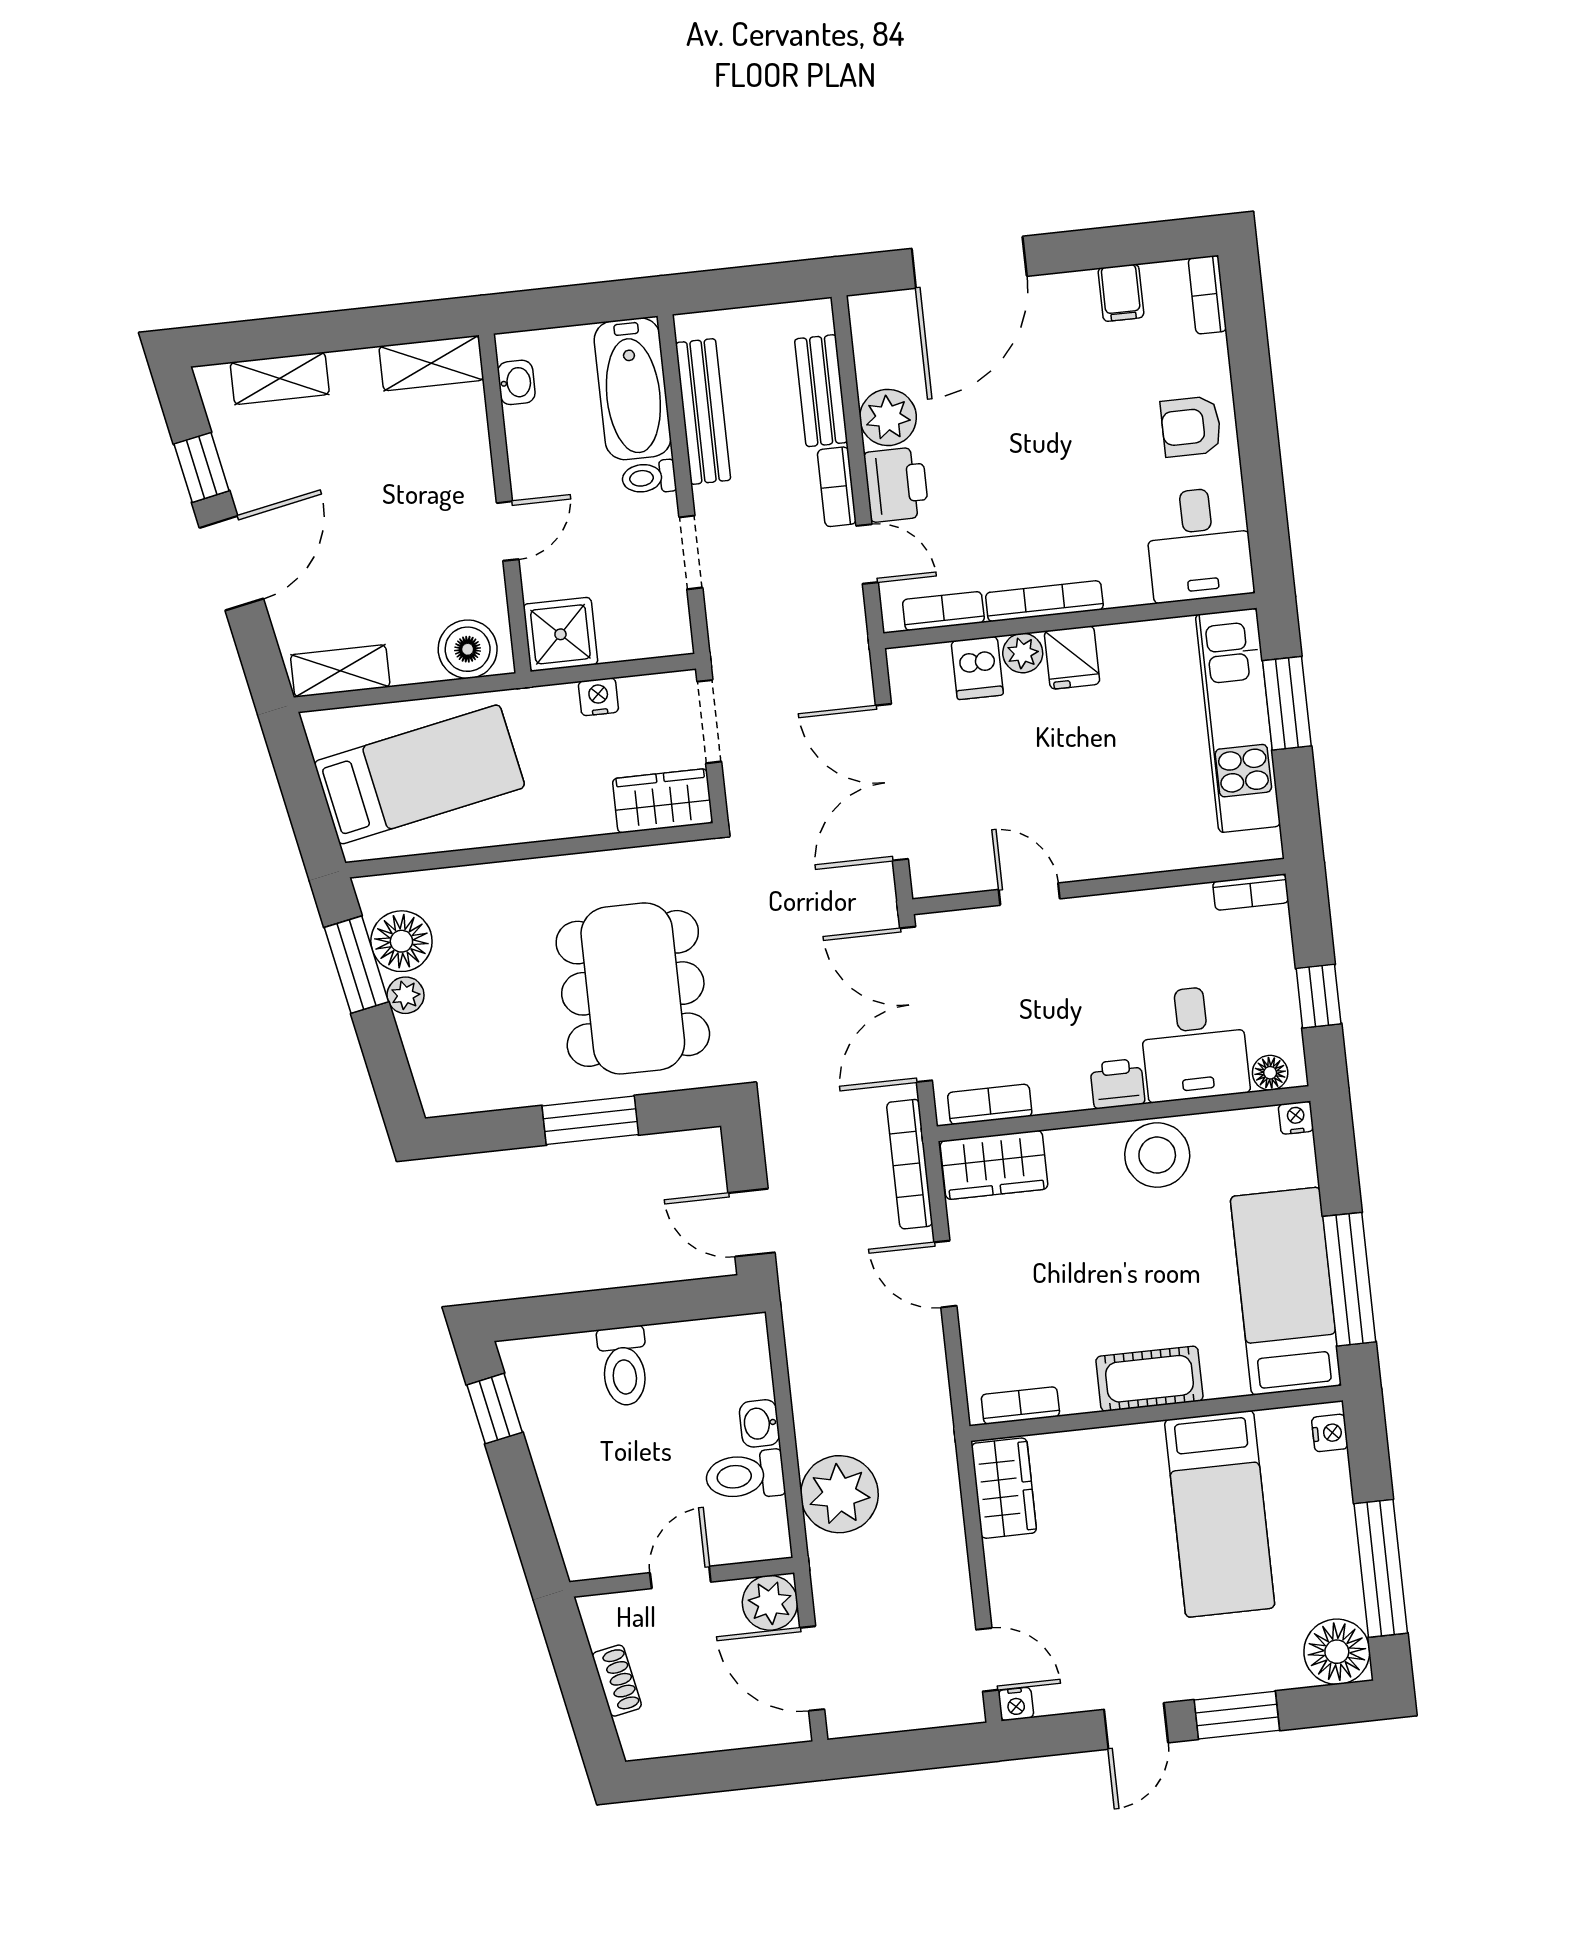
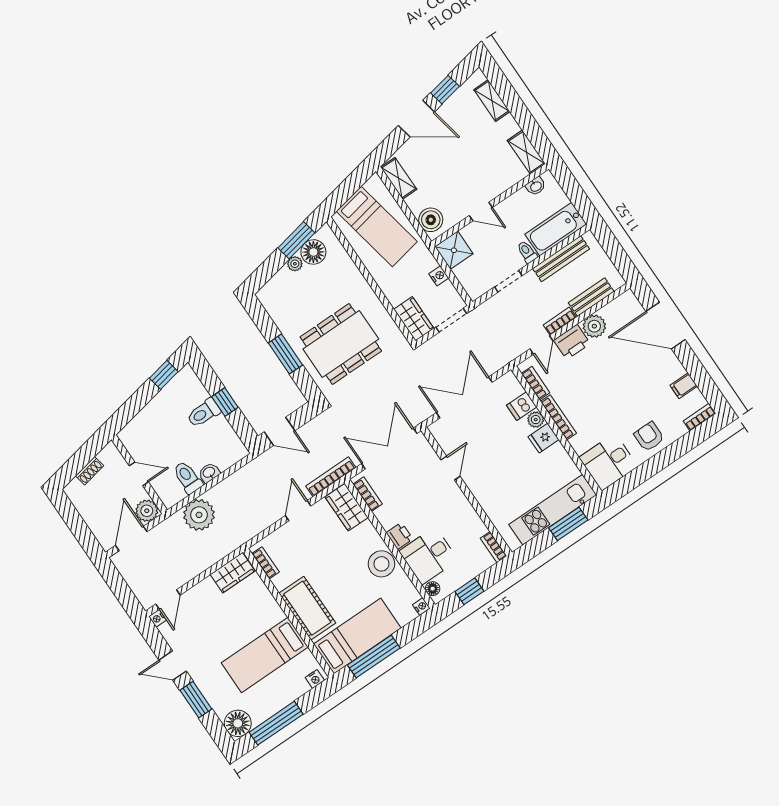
door: (751, 1223) -> (279, 431), swing flipped
window: (625, 1307) -> (225, 402), added
cot: (1149, 1379) -> (307, 608), width x1.37, depth x1.34

